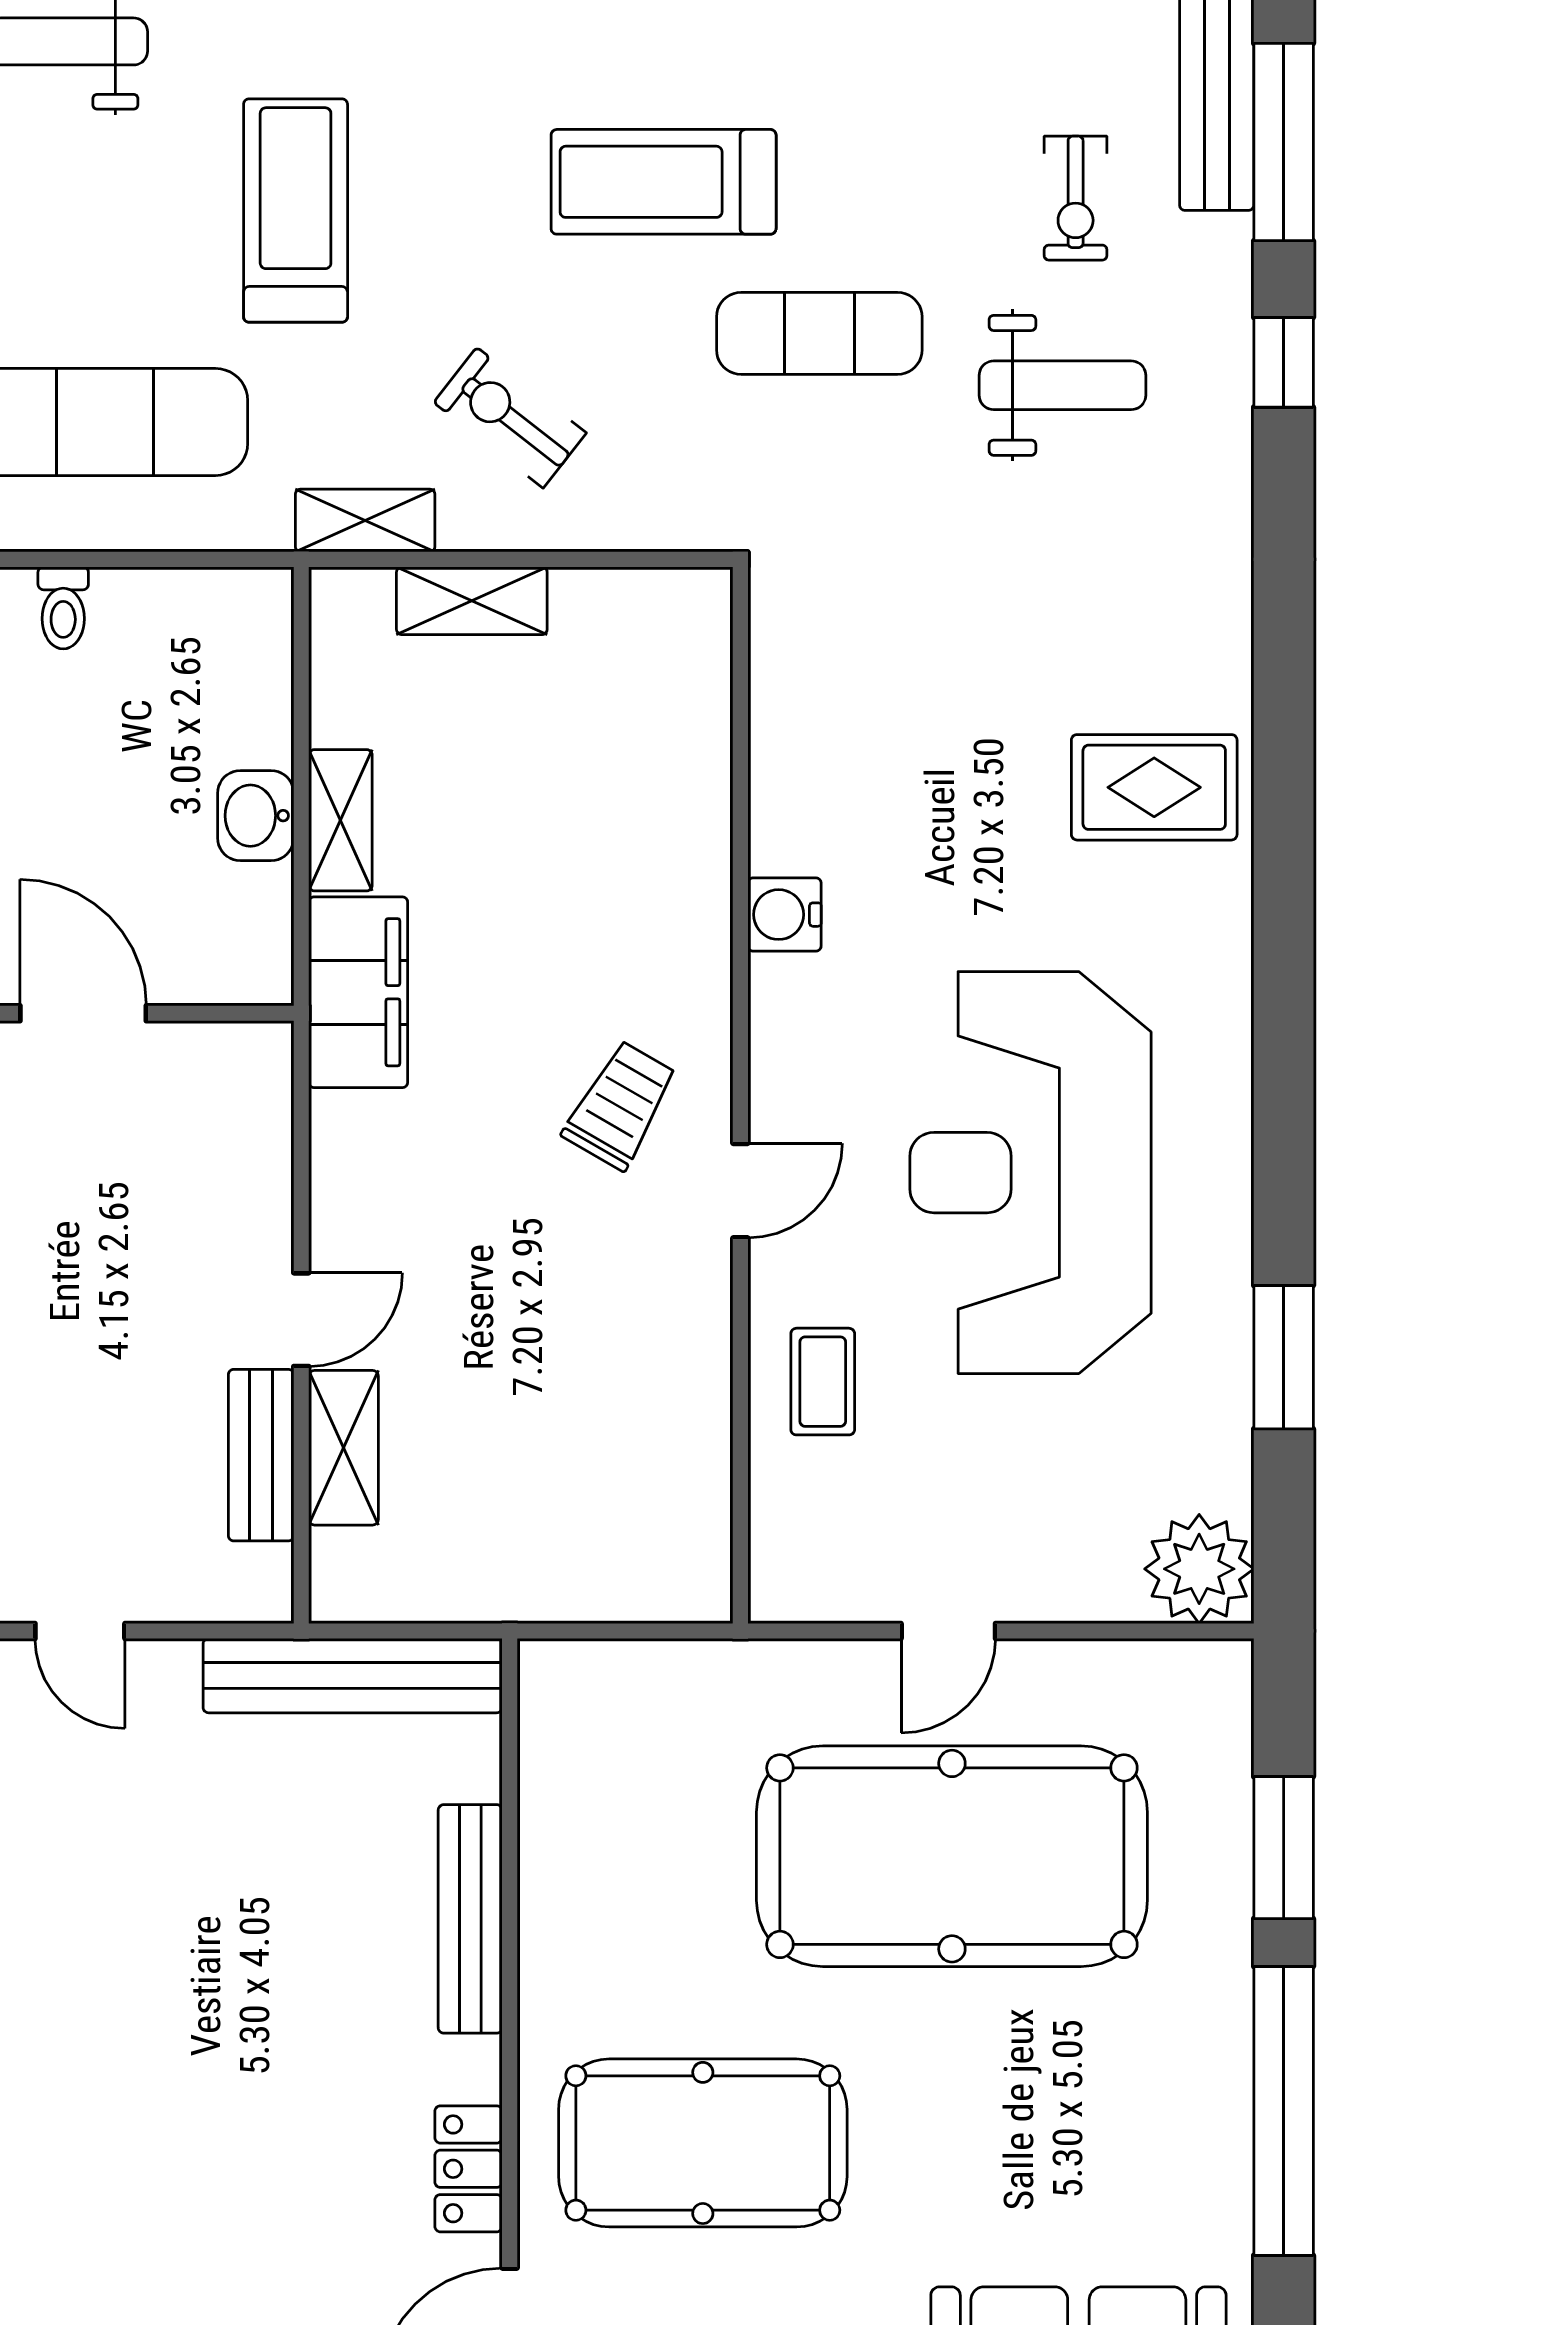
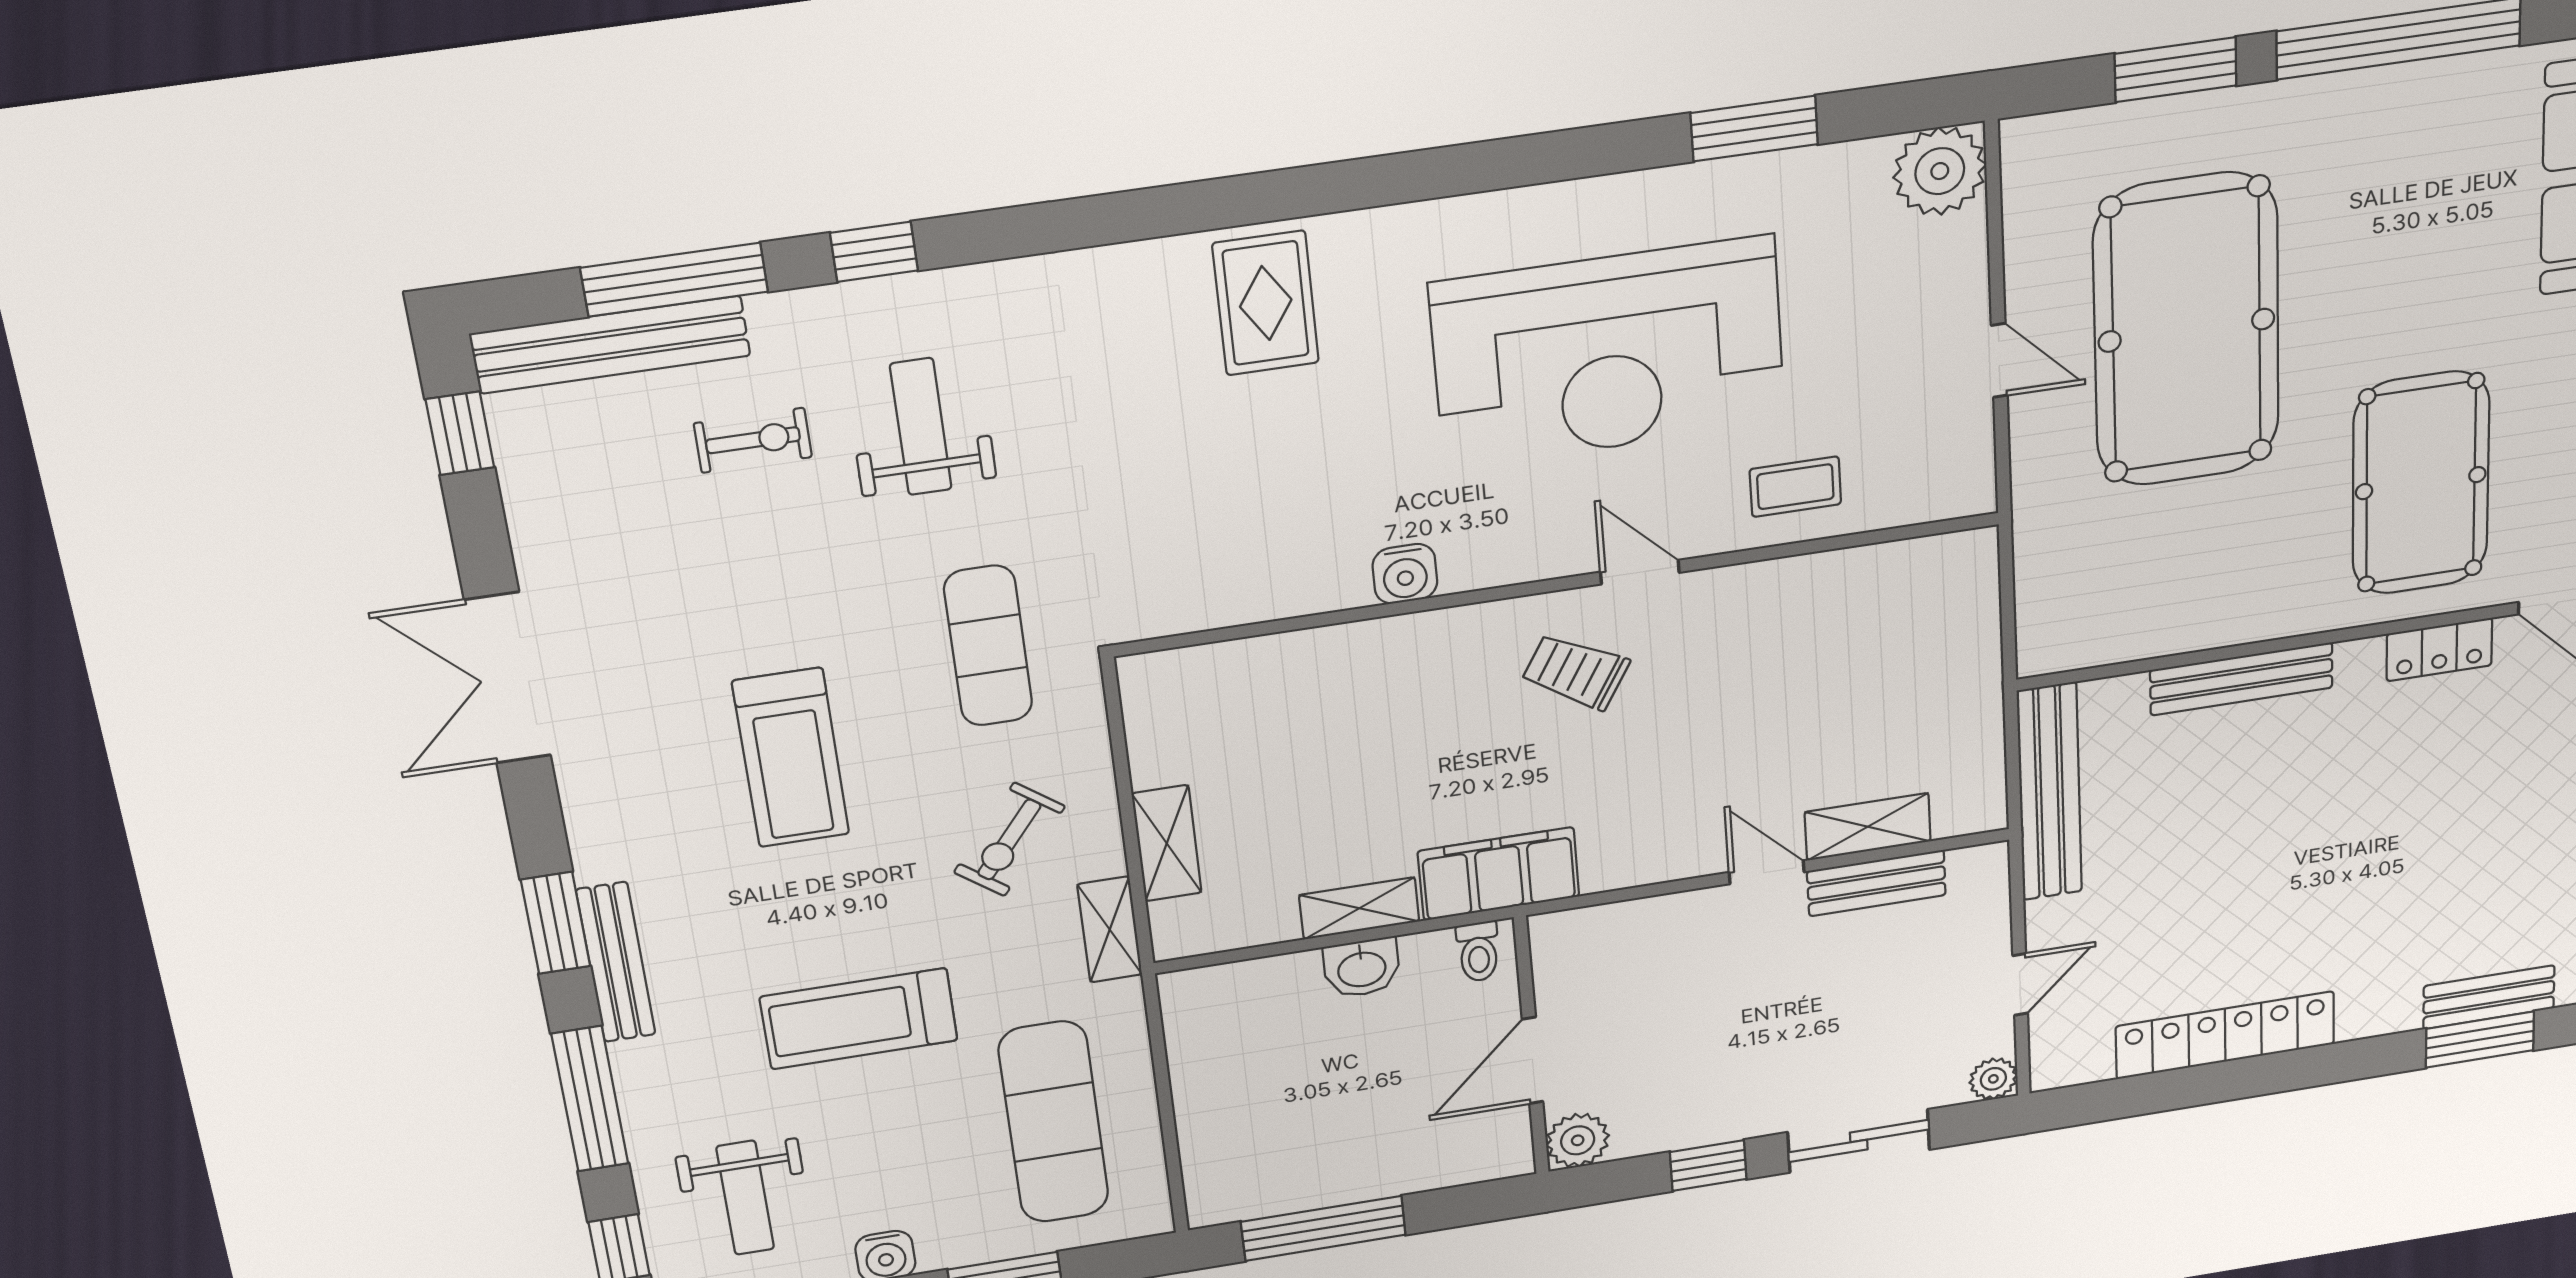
exercise mat: (819, 333) -> (988, 646), moved
toilet: (63, 608) -> (1478, 952), moved, turned 90

